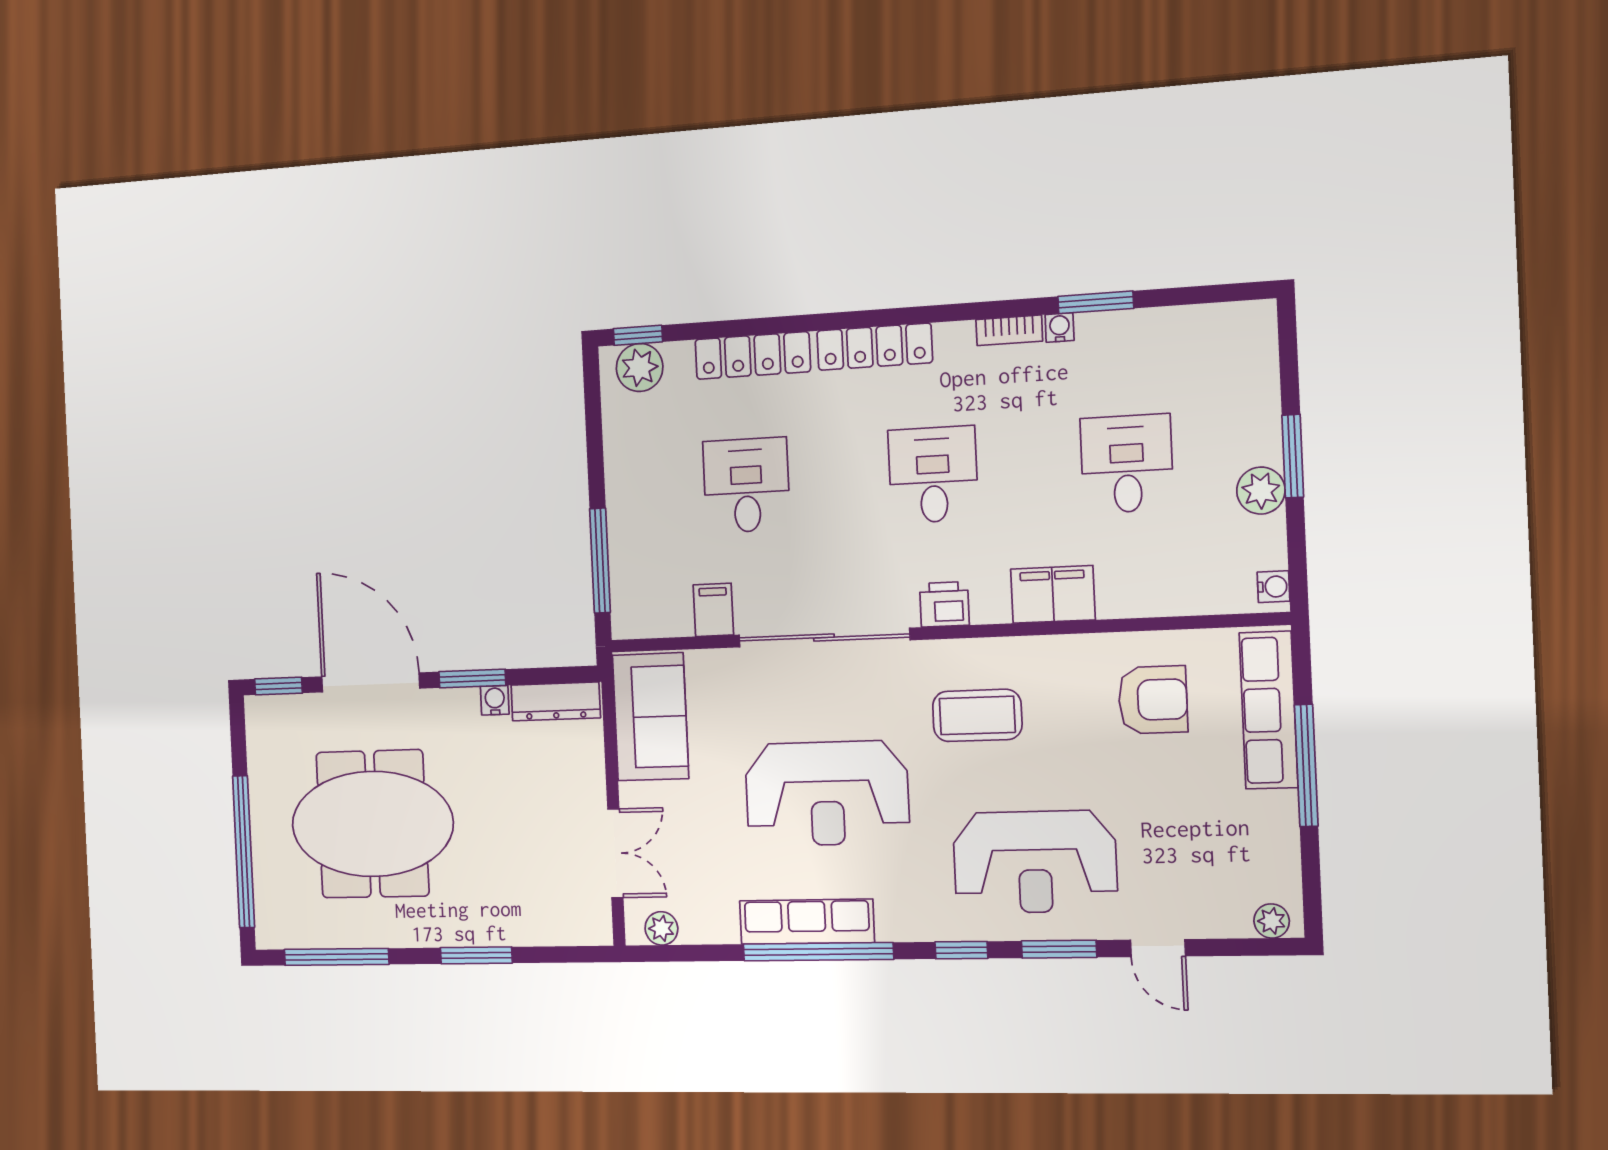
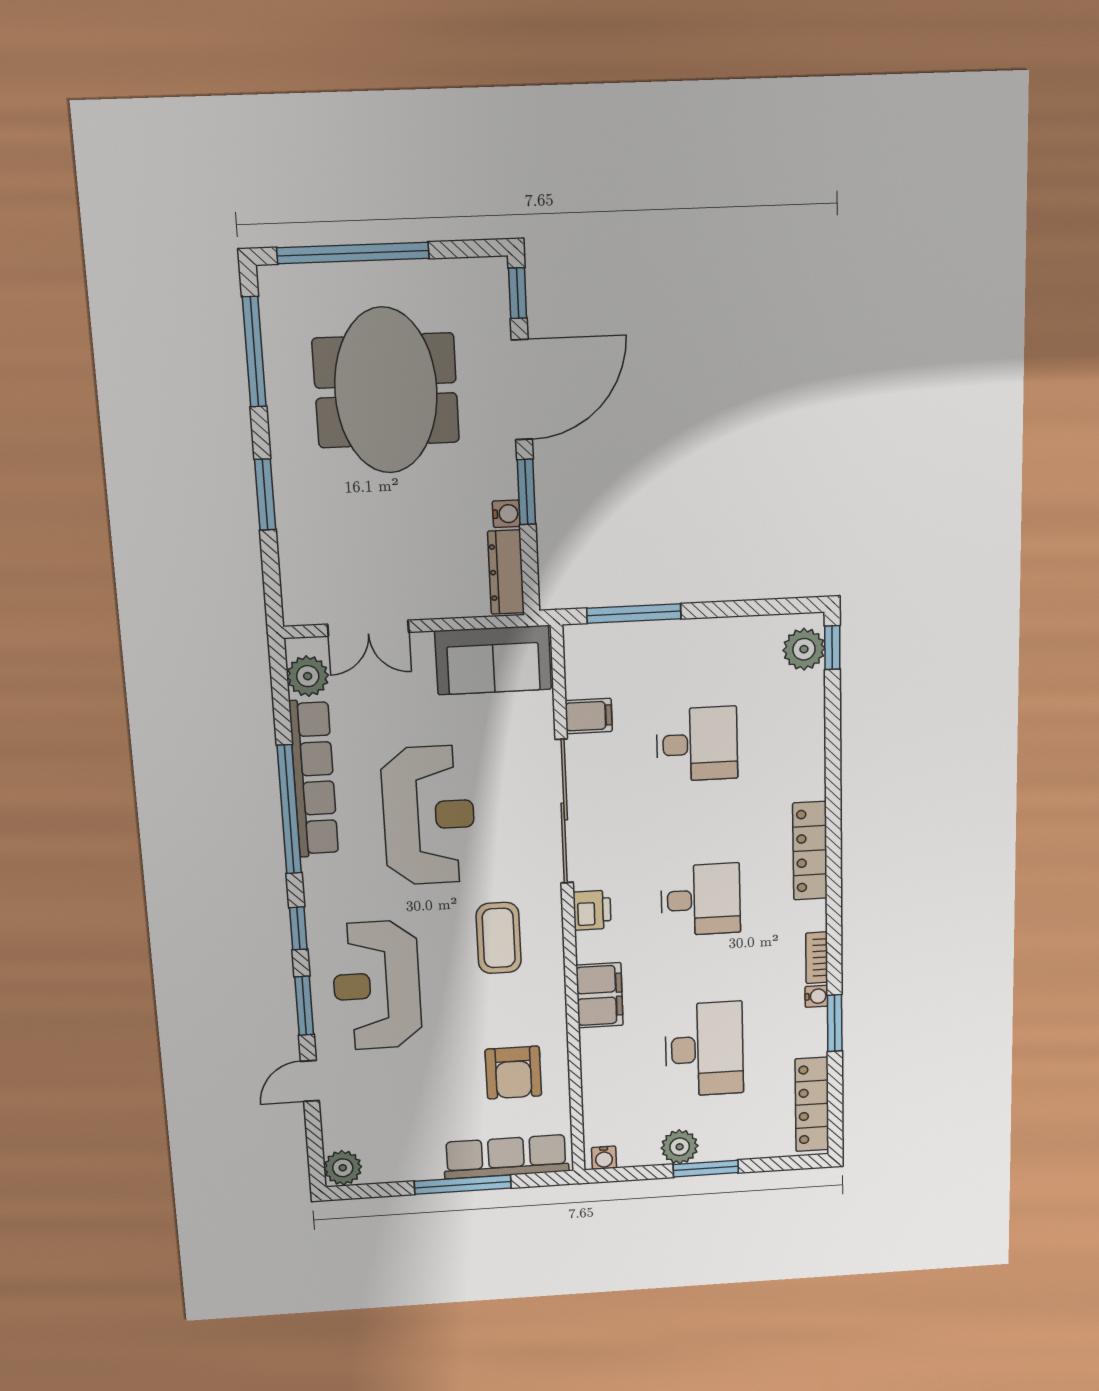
locker: (753, 356) -> (812, 1104), moved
desk: (1127, 464) -> (704, 1049), width x1.37
reception desk: (827, 794) -> (429, 815), turned 180
plant: (1272, 921) -> (343, 1168), width x1.38, depth x1.38
row of seats: (807, 922) -> (314, 779), width x1.36
plant: (661, 928) -> (308, 676), width x1.38, depth x1.38

